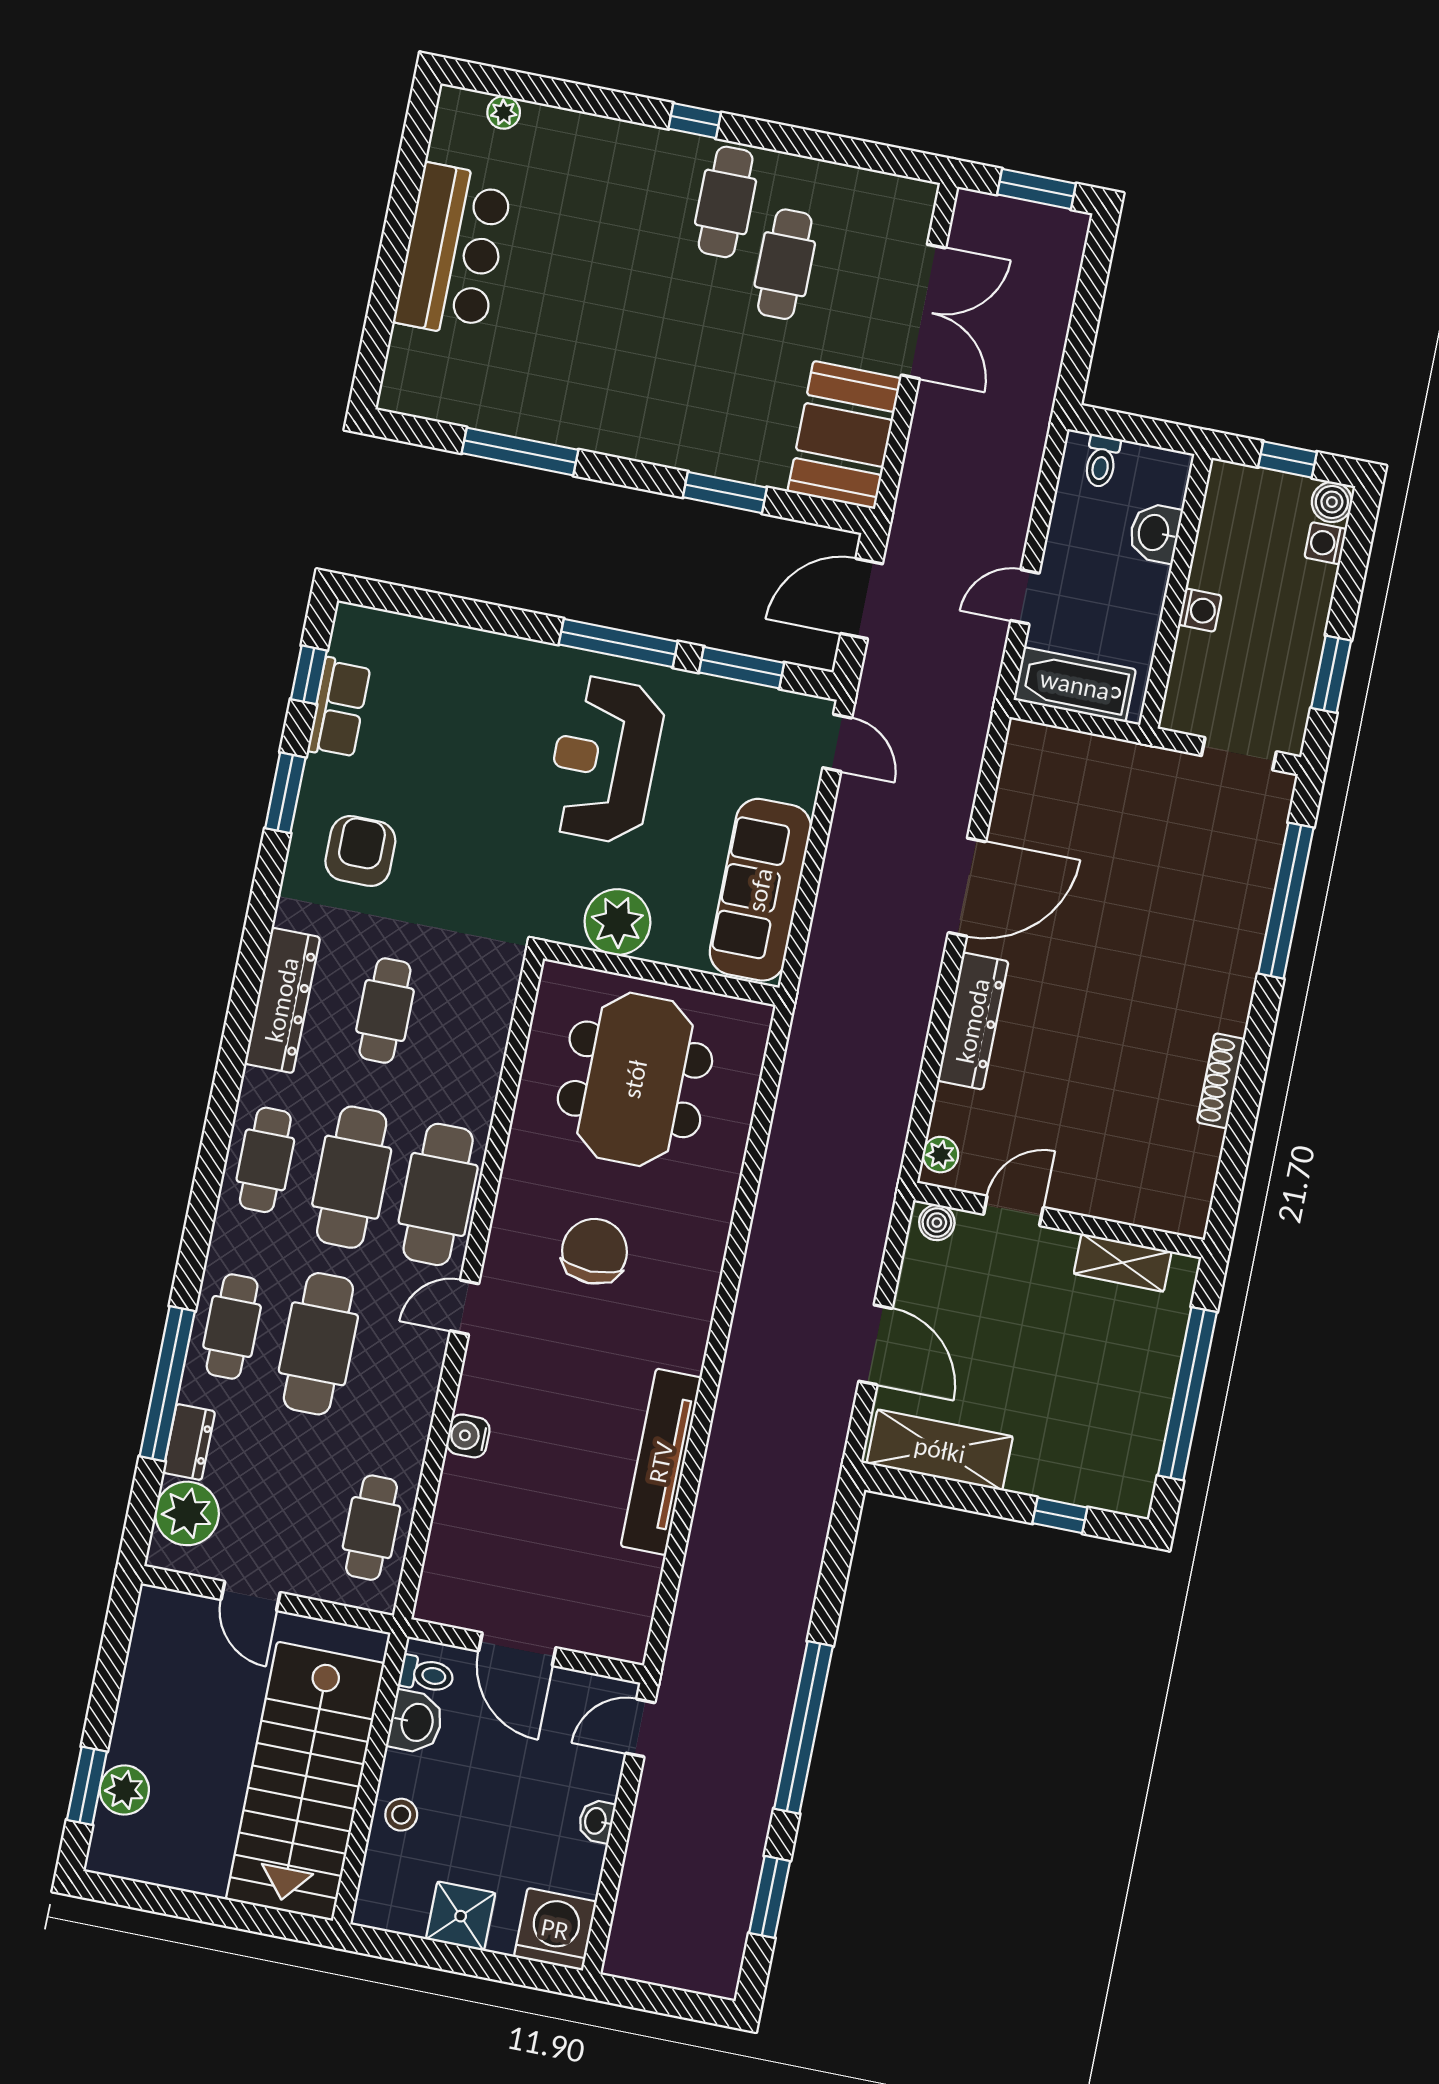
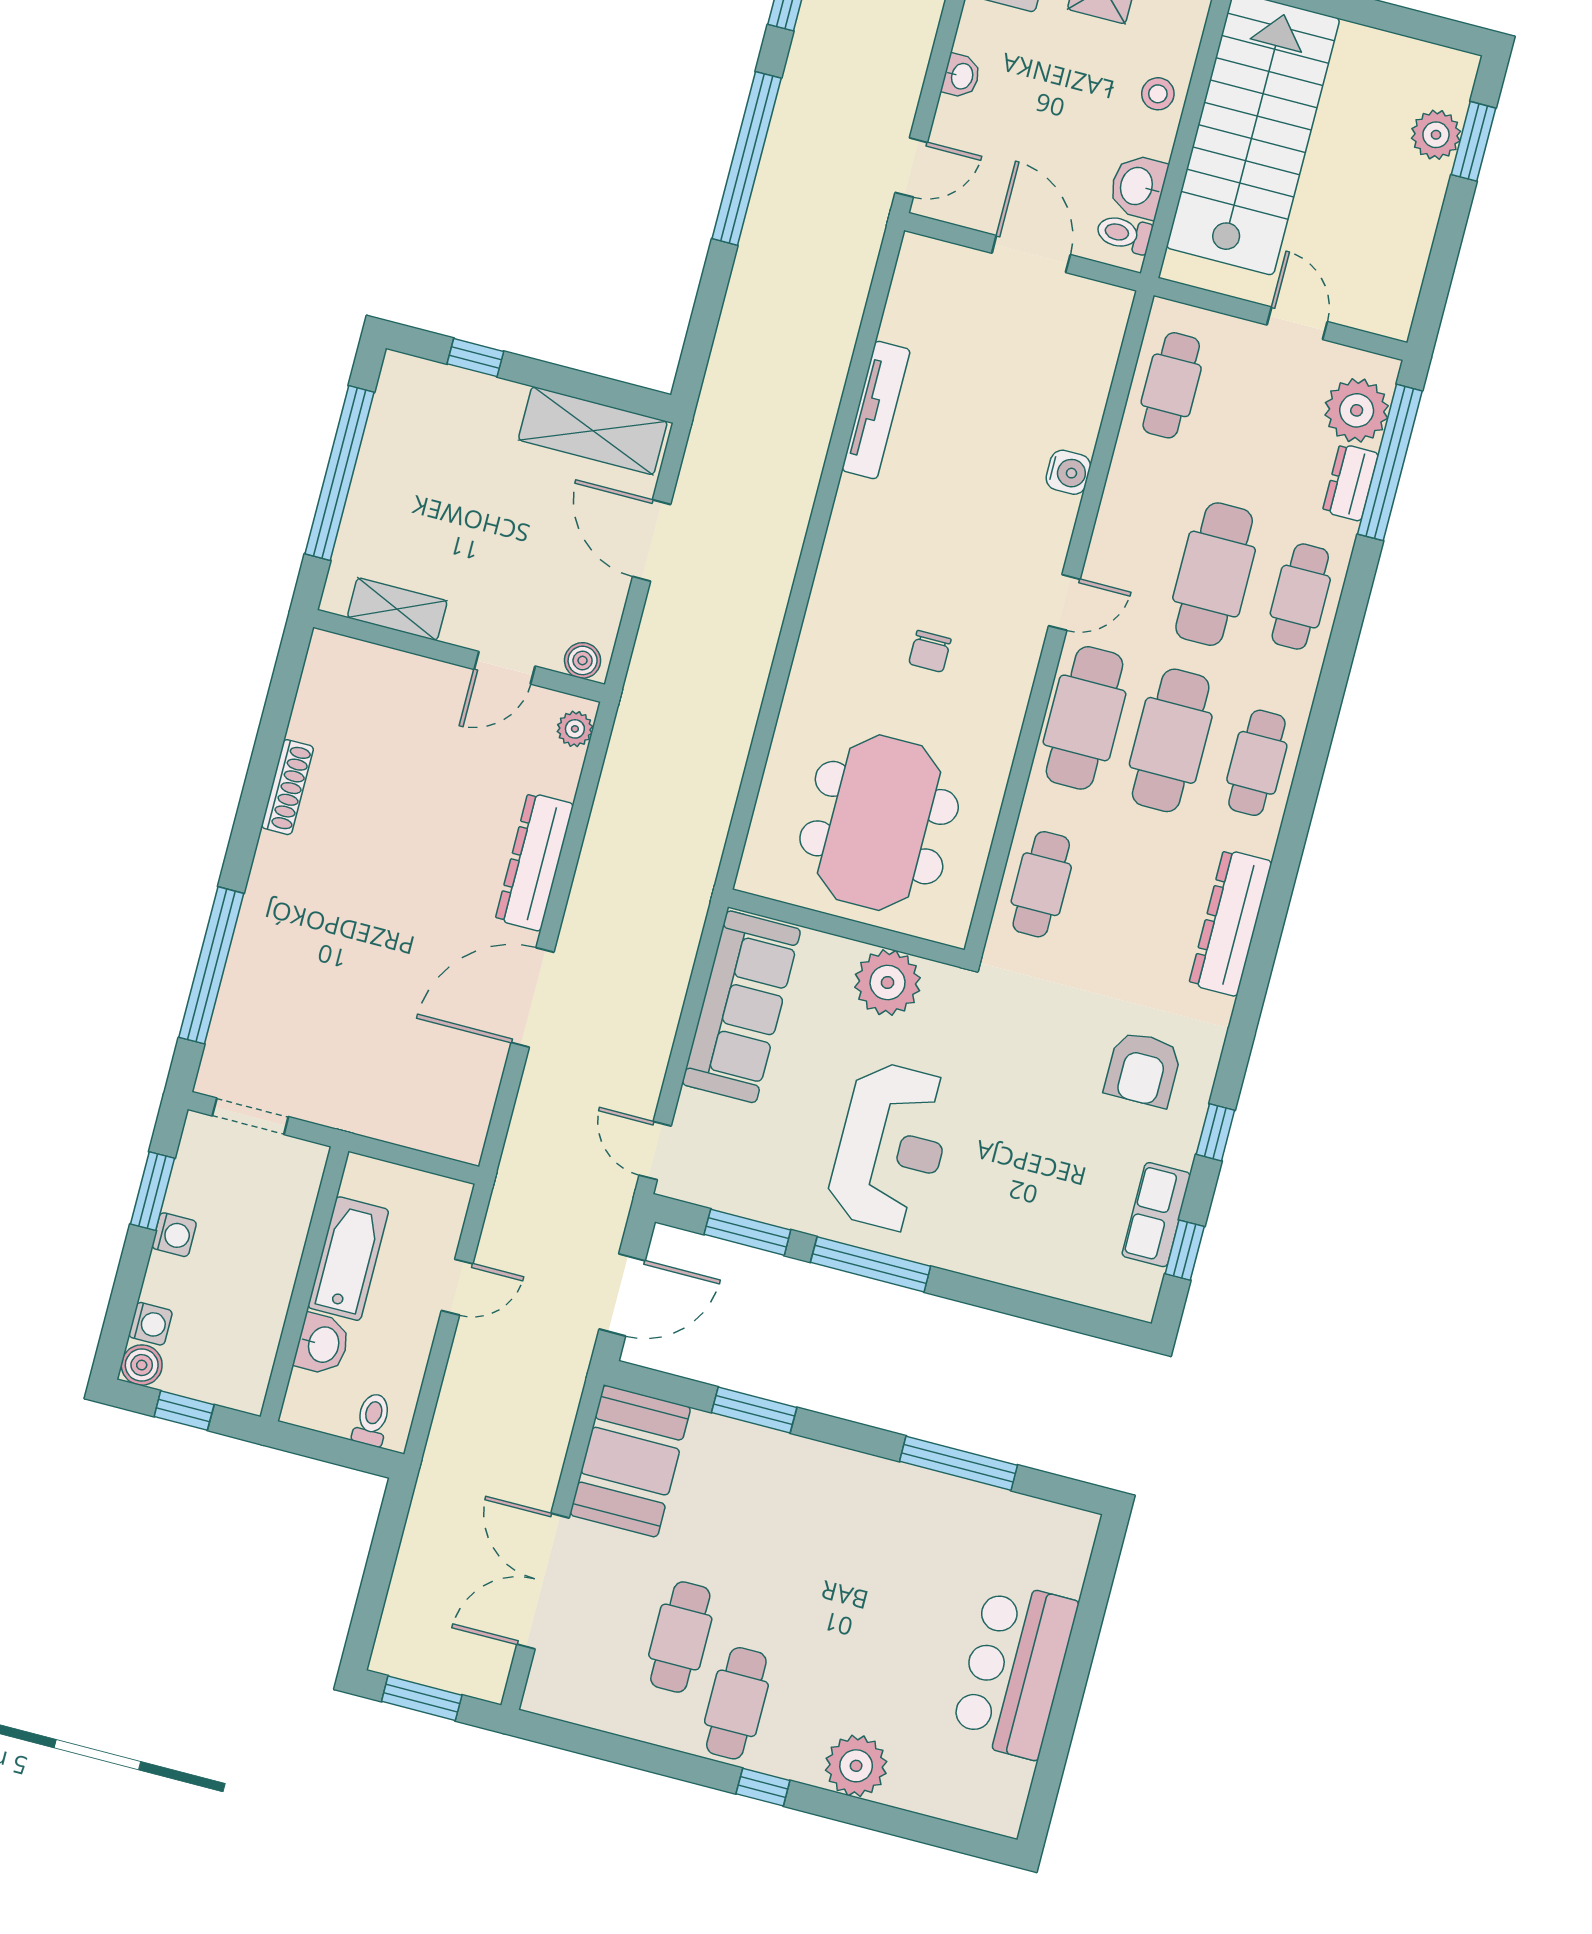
plant: (504, 112) -> (856, 1766), moved, width x1.87, depth x1.87
washing machine: (1200, 610) -> (174, 1235), moved, turned 180
bathtub: (1075, 685) -> (348, 1259), moved, turned -90
window: (285, 793) -> (1215, 1132), width x0.67
cafe table: (385, 1011) -> (1041, 884), moved
chair: (595, 1251) -> (930, 651), width x0.54, depth x0.54
window: (167, 1384) -> (1390, 462), moved
tv unit: (661, 1462) -> (876, 410), width x0.73, depth x0.78

